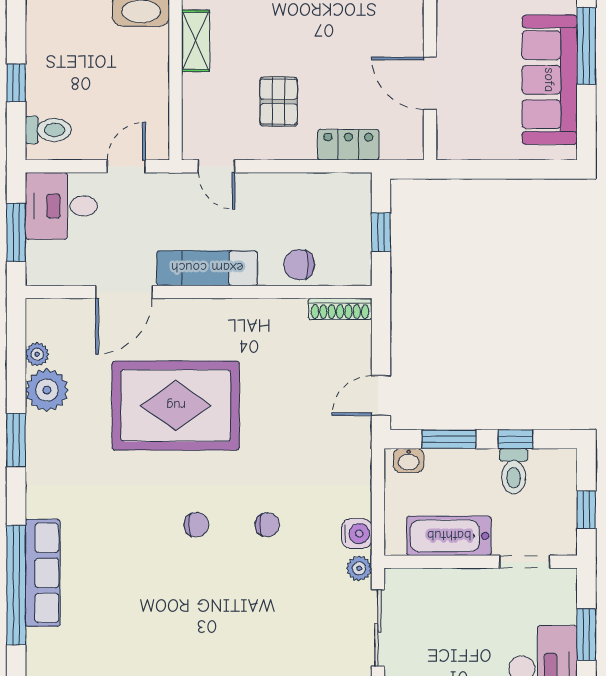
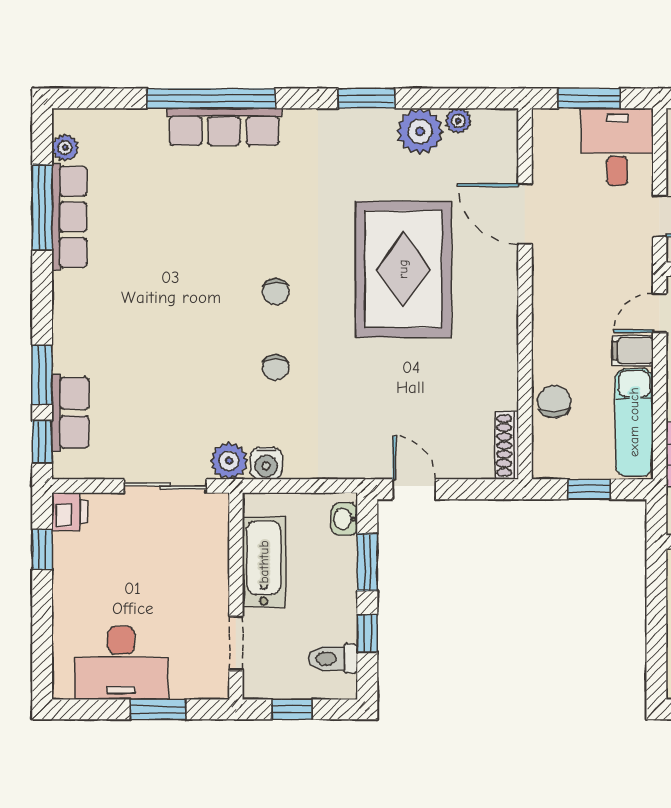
filing cabinet: (252, 191) -> (633, 351), added
exam couch: (207, 268) -> (634, 422), moved, turned 180
toilet: (514, 471) -> (333, 658), moved
plant: (359, 568) -> (229, 461), width x1.38, depth x1.38

